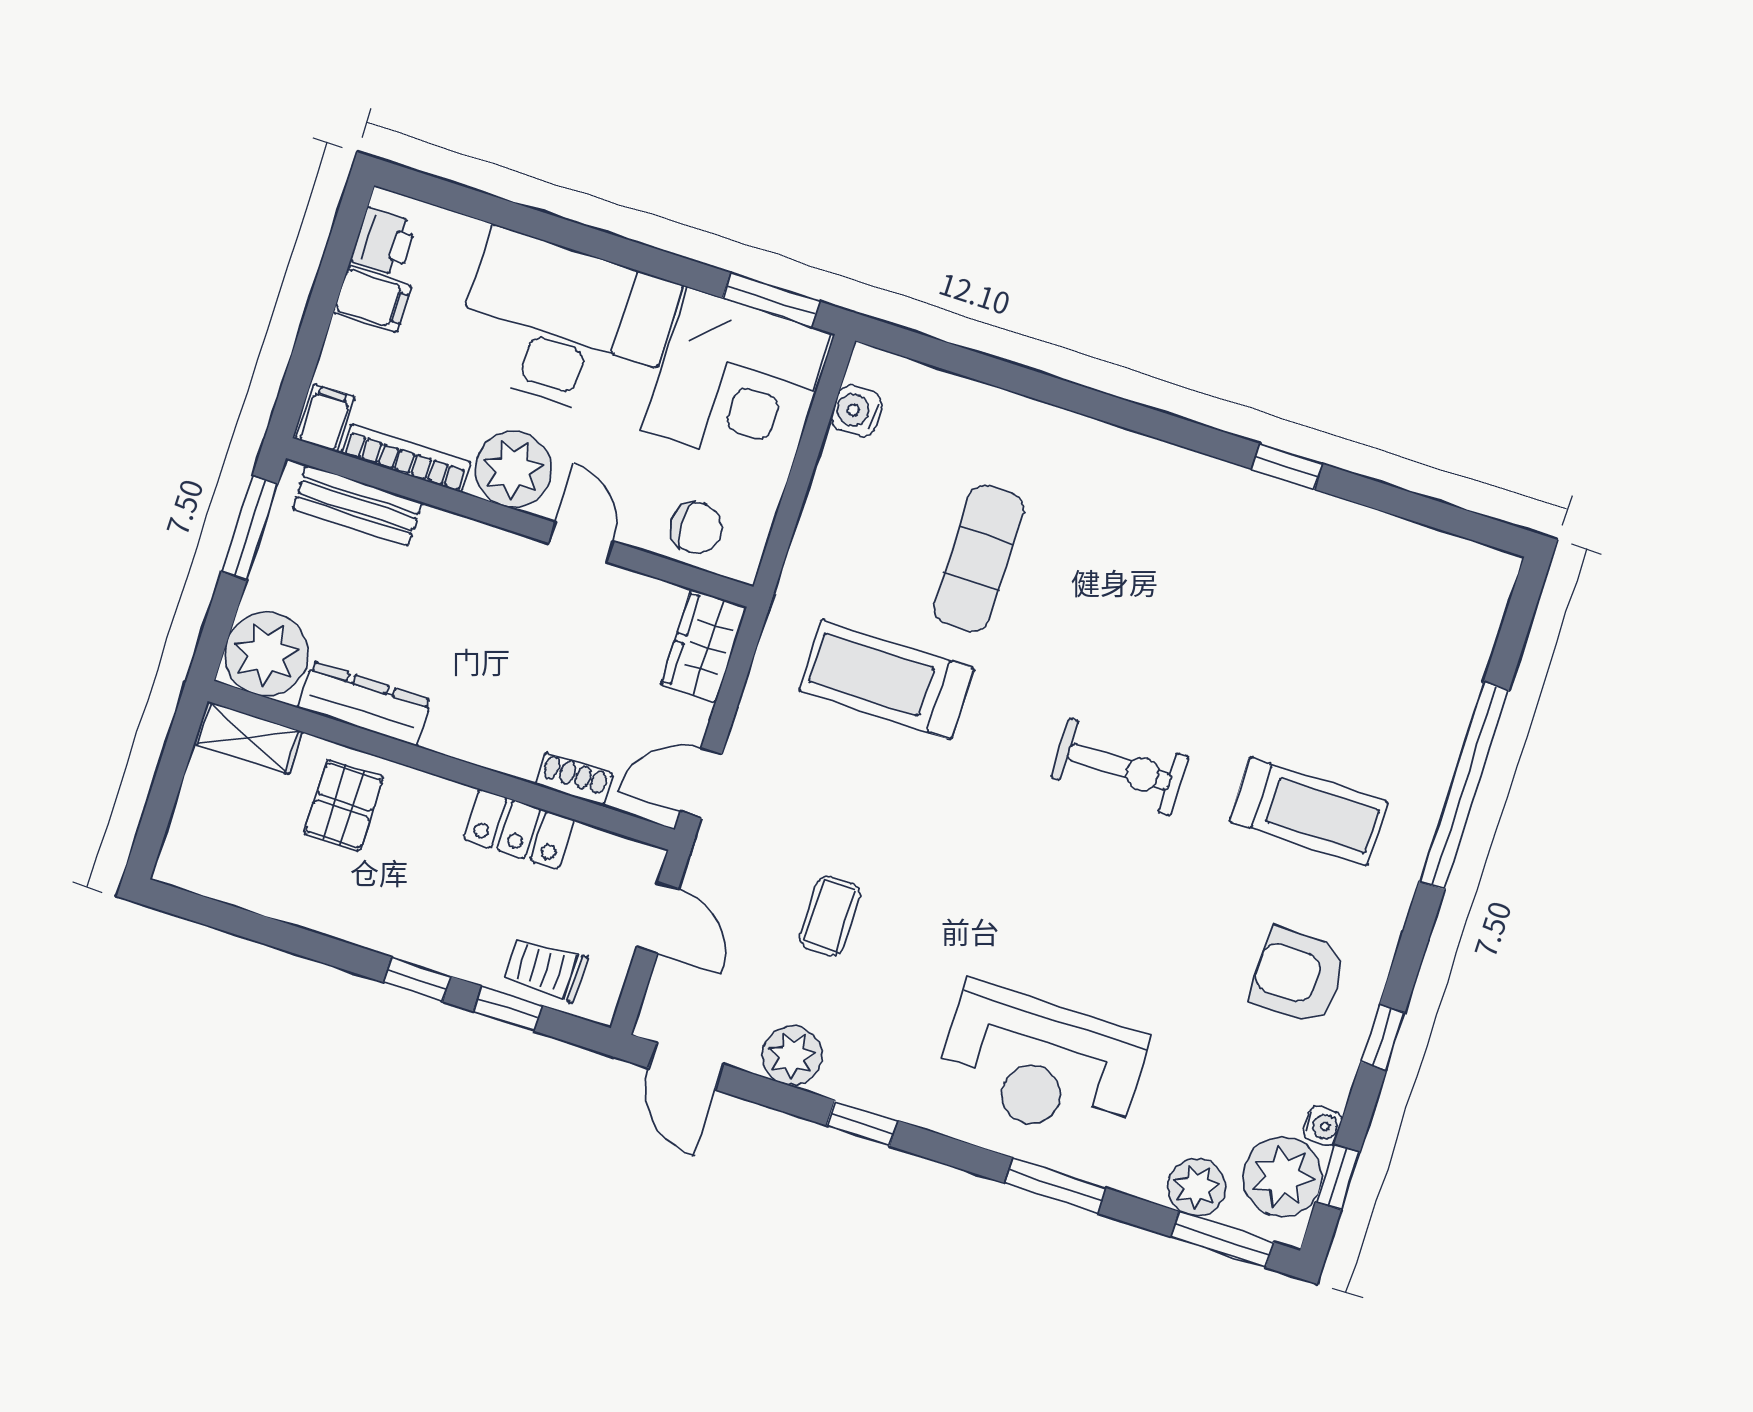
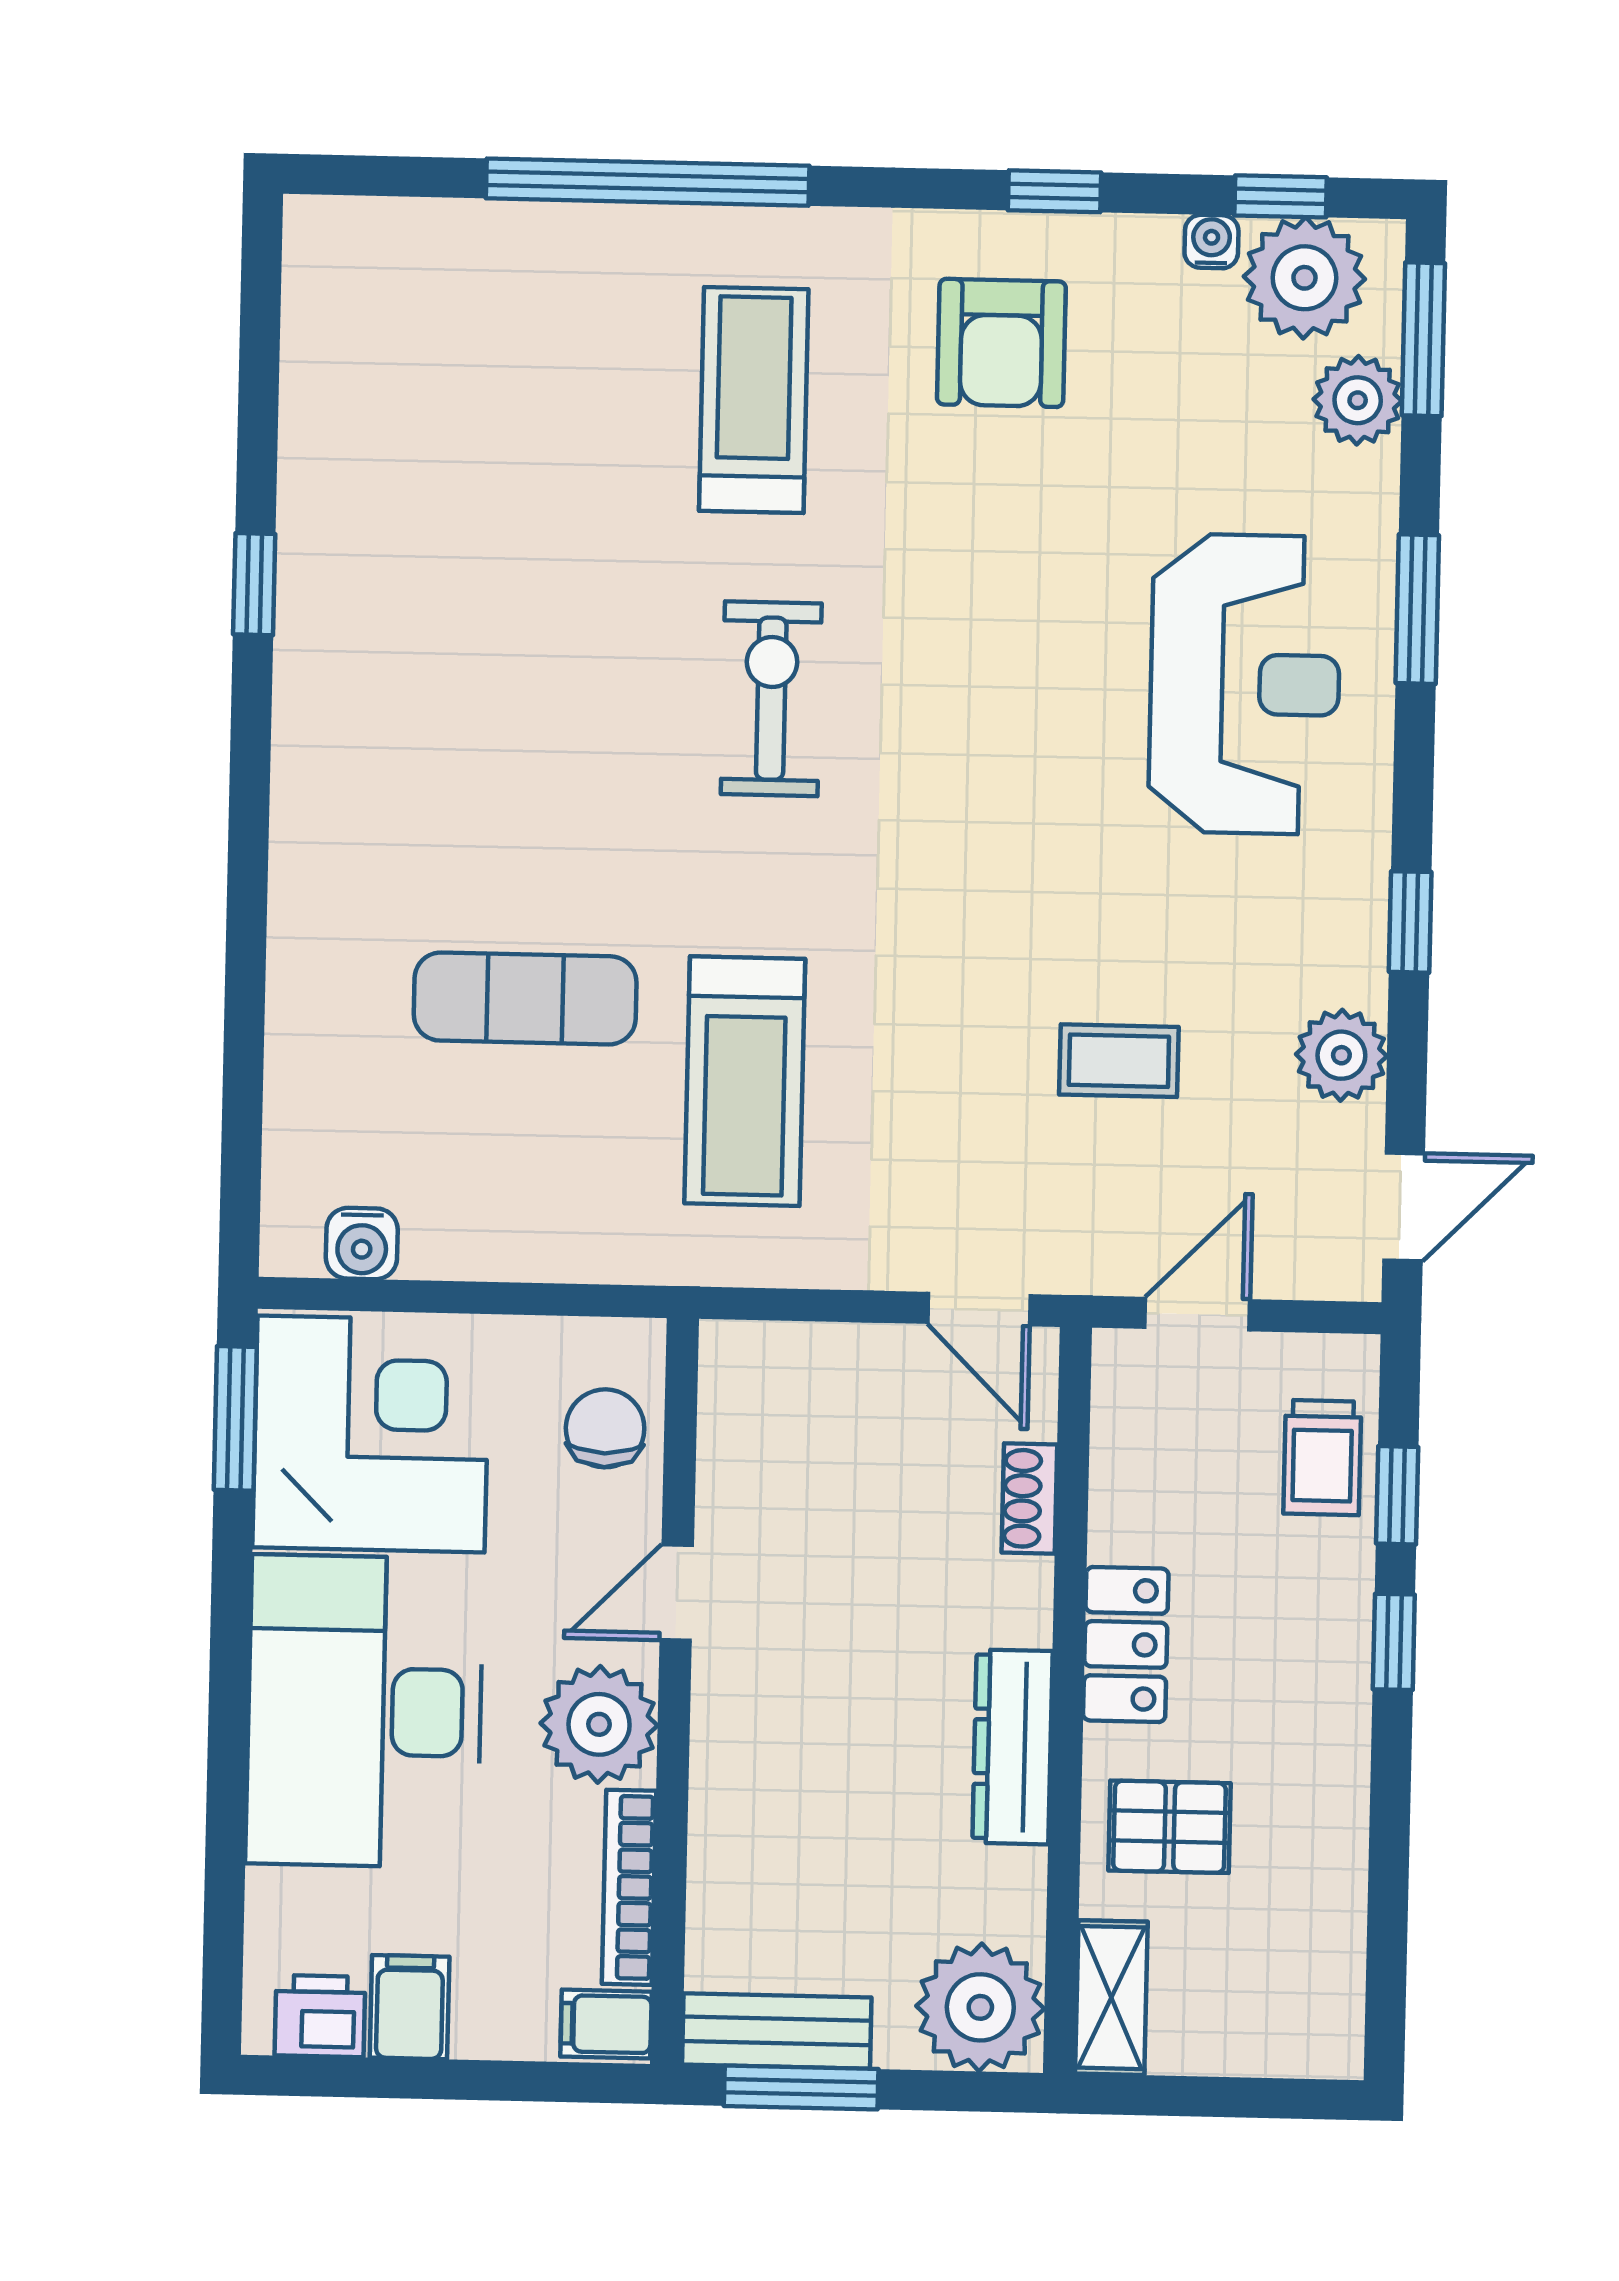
bench: (357, 505) -> (777, 2031), moved, turned 90
wardrobe: (704, 646) -> (776, 1366), removed
dresser: (365, 704) -> (1012, 1747), moved
locker: (519, 829) -> (1126, 1644), moved

